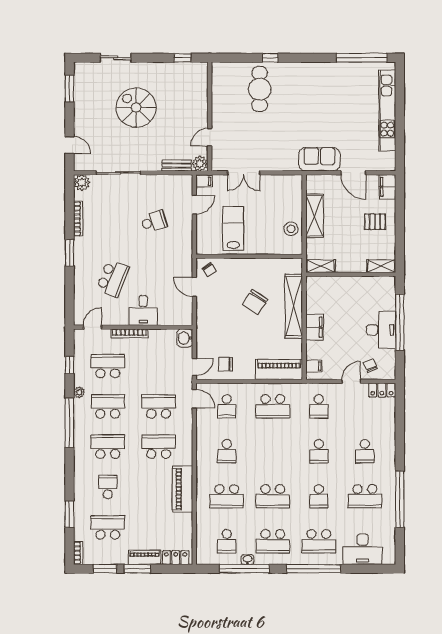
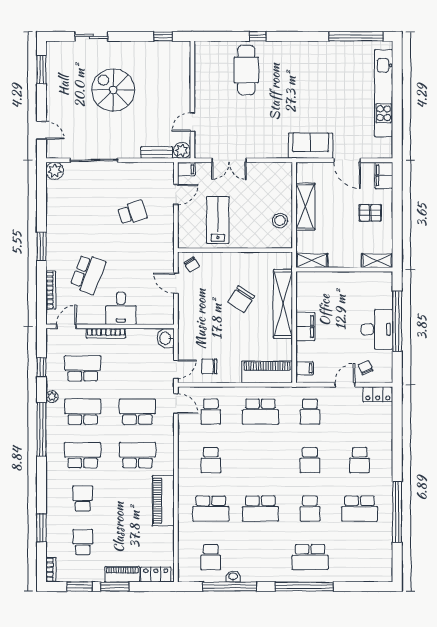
bookcase: (78, 219) -> (51, 290), moved
school desk: (108, 527) -> (83, 542), width x0.54
school desk: (273, 541) -> (260, 557), removed
desk: (363, 549) -> (357, 565), removed

